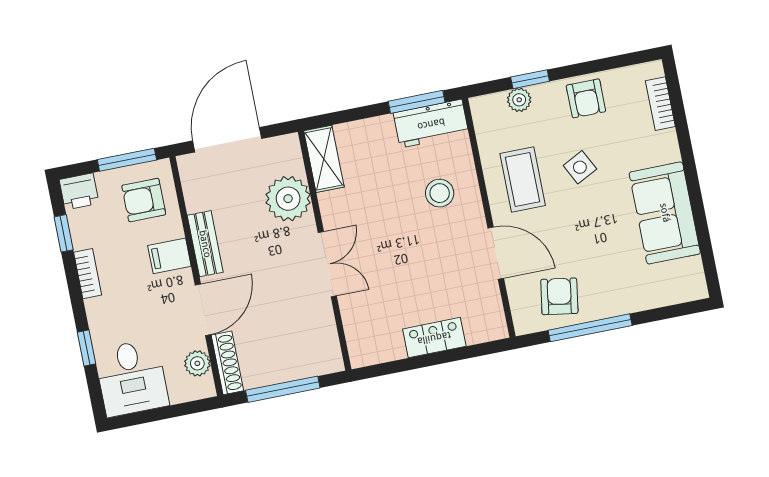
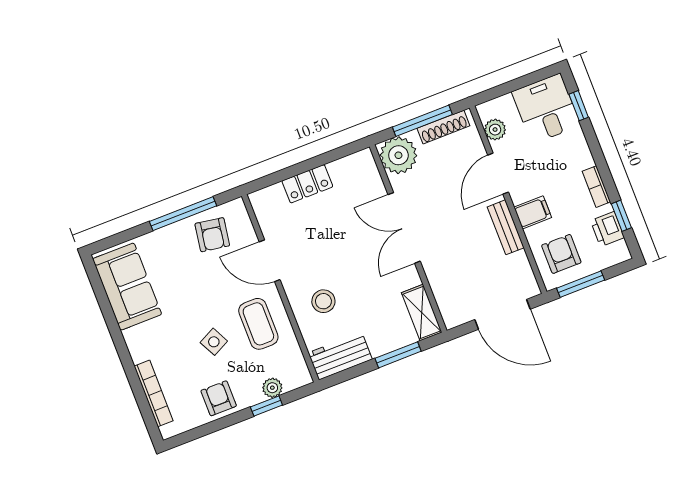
window: (417, 102) -> (398, 355), moved
bookcase: (660, 104) -> (154, 393), width x1.56
door: (227, 140) -> (502, 314), hinge flipped
printer: (79, 192) -> (607, 229), moved, turned -90
plant: (288, 199) -> (398, 155), moved
armchair: (144, 200) -> (561, 254), turned -90
sofa: (665, 213) -> (127, 287), moved
double door: (327, 264) -> (404, 228), width x1.37
window: (87, 348) -> (579, 106), moved
shoe rack: (227, 363) -> (443, 127), moved, turned -90

